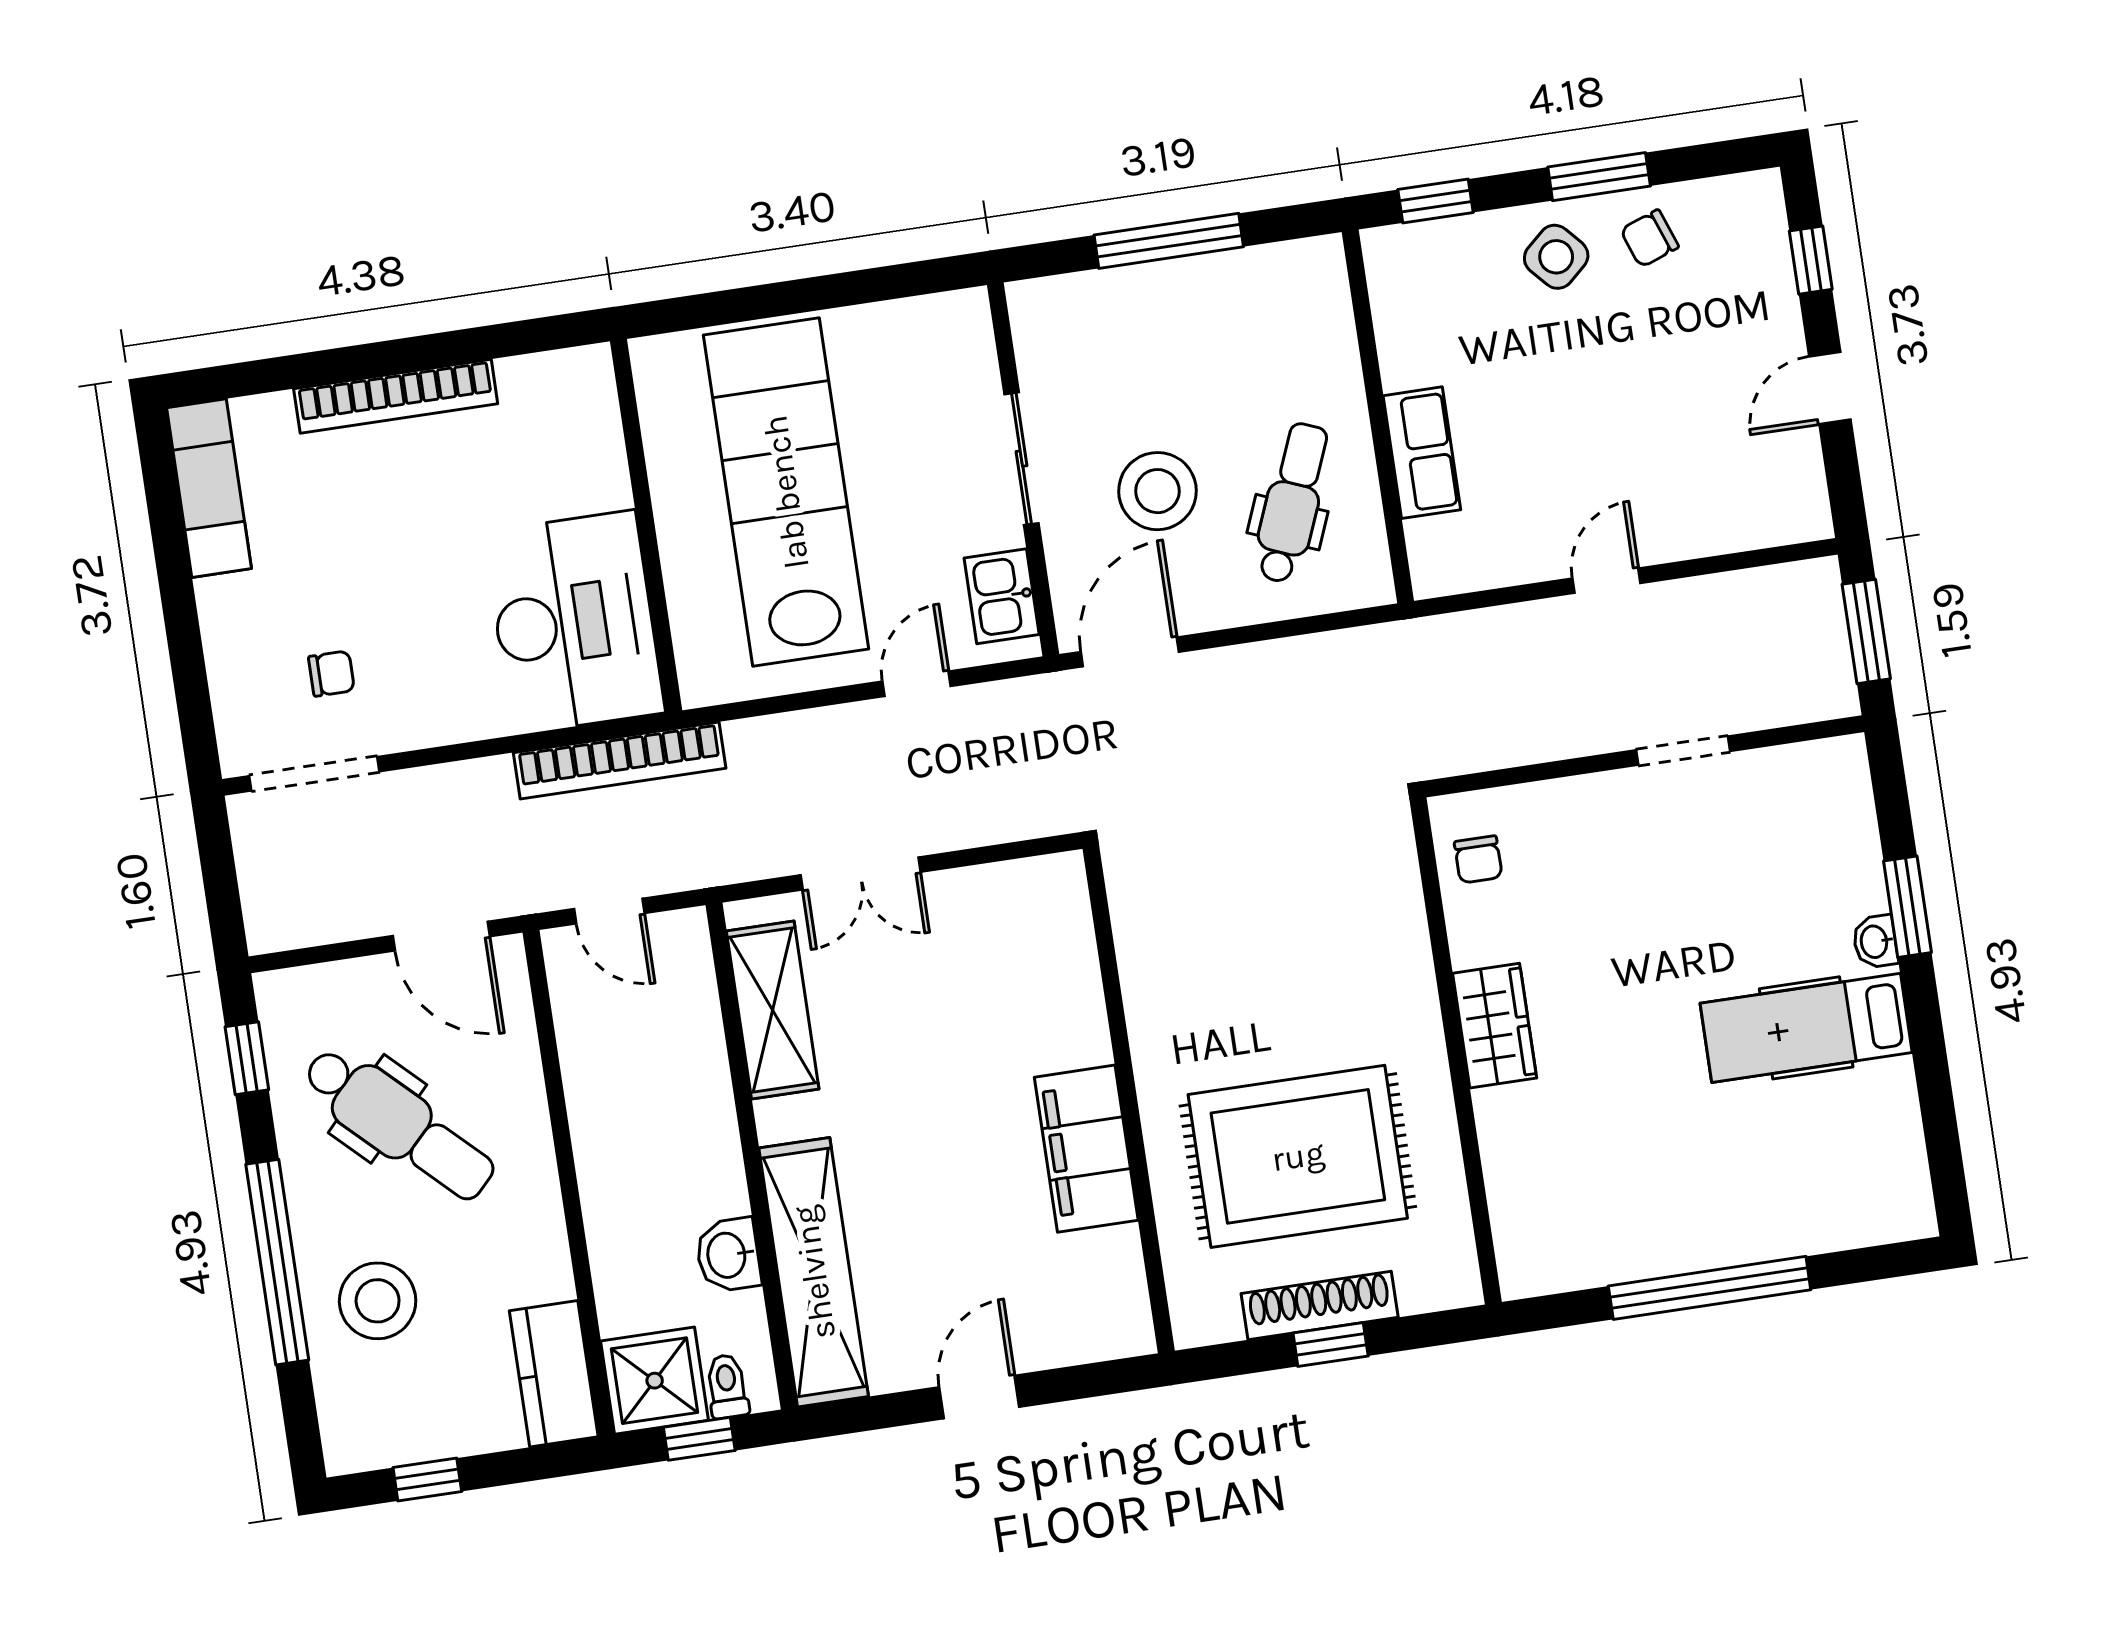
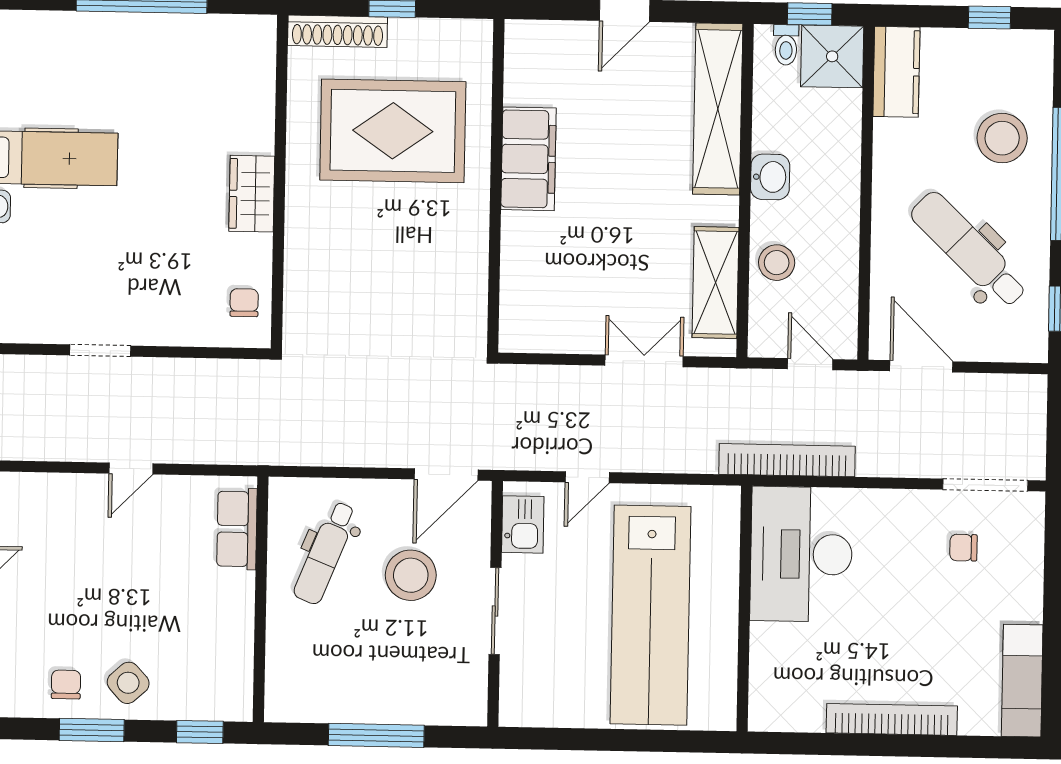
chair: (1649, 238) -> (66, 684), turned -70
row of seats: (1422, 453) -> (237, 529), moved
stool: (686, 1056) -> (777, 263), added
washbasin: (728, 1255) -> (770, 177), moved
shoe rack: (1320, 1305) -> (338, 31), moved

